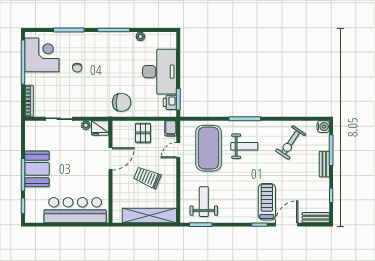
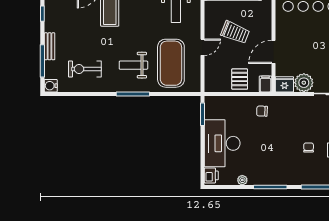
chair: (122, 102) -> (262, 111), width x0.54, depth x0.54
printer: (170, 102) -> (211, 175), moved
plant: (86, 125) -> (304, 83), width x1.88, depth x1.88
filing cabinet: (171, 128) -> (266, 84), moved
exercise bike: (291, 143) -> (85, 69), turned -124
door: (178, 150) -> (203, 47), moved

